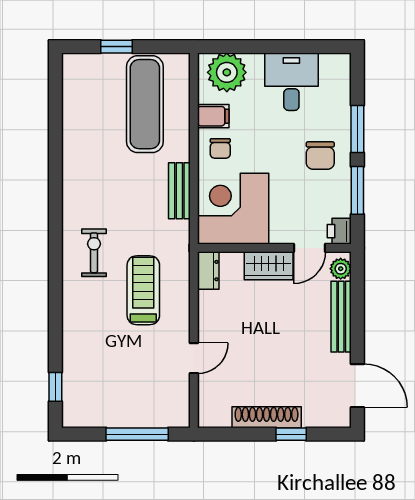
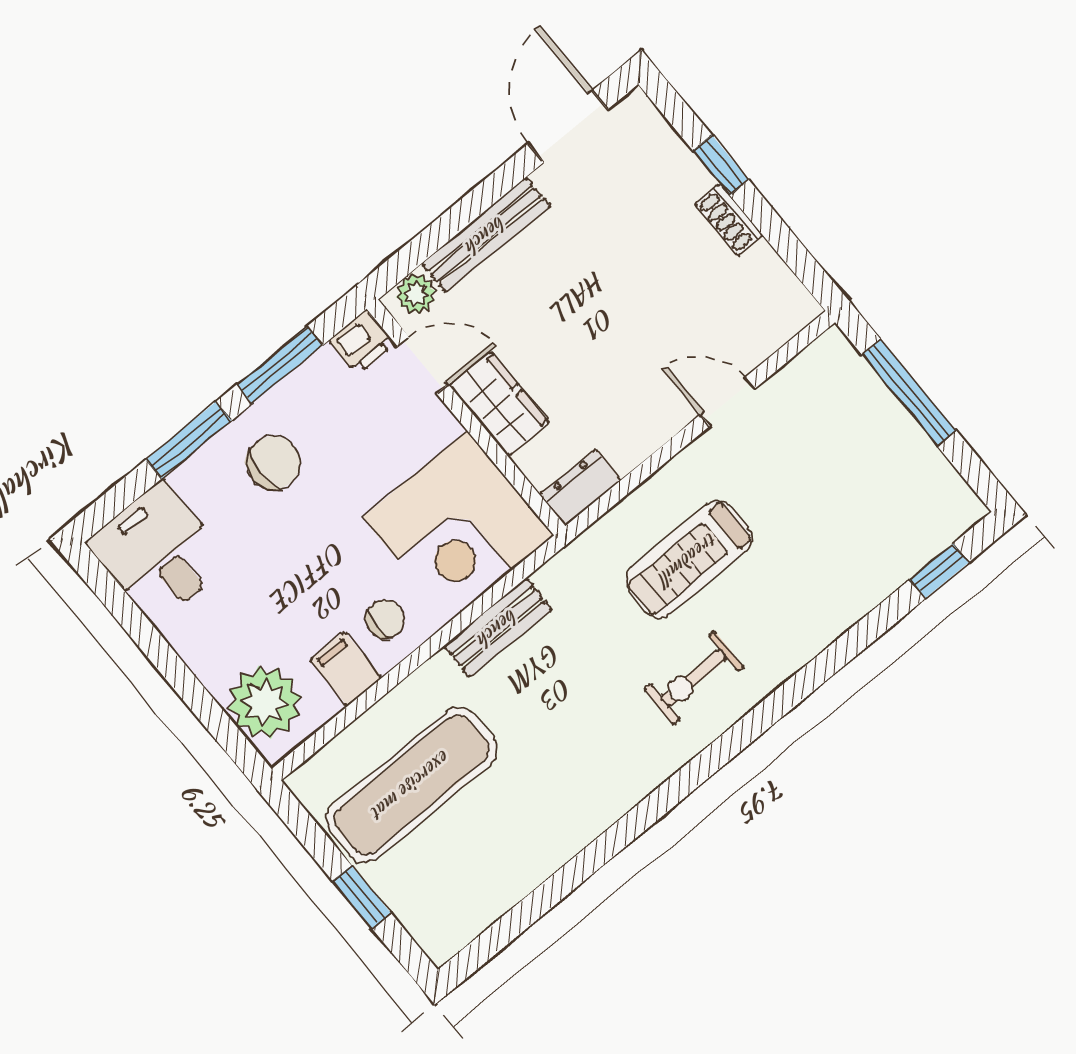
desk: (291, 82) -> (159, 552), moved, turned 90
shoe rack: (267, 417) -> (729, 220), width x0.51, depth x0.81

